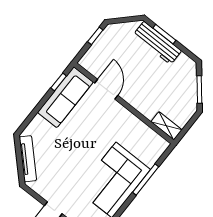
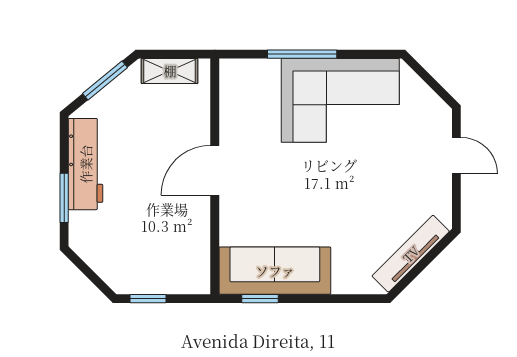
workbench: (157, 43) -> (86, 164), moved
door: (106, 89) -> (215, 170), moved
shelving: (166, 126) -> (170, 71), moved, turned 90

